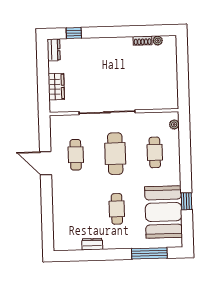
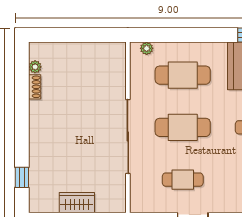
dresser: (54, 50) -> (43, 205), removed
wardrobe: (56, 87) -> (77, 203), moved
cafe table: (155, 152) -> (183, 75), width x1.37, depth x1.35

